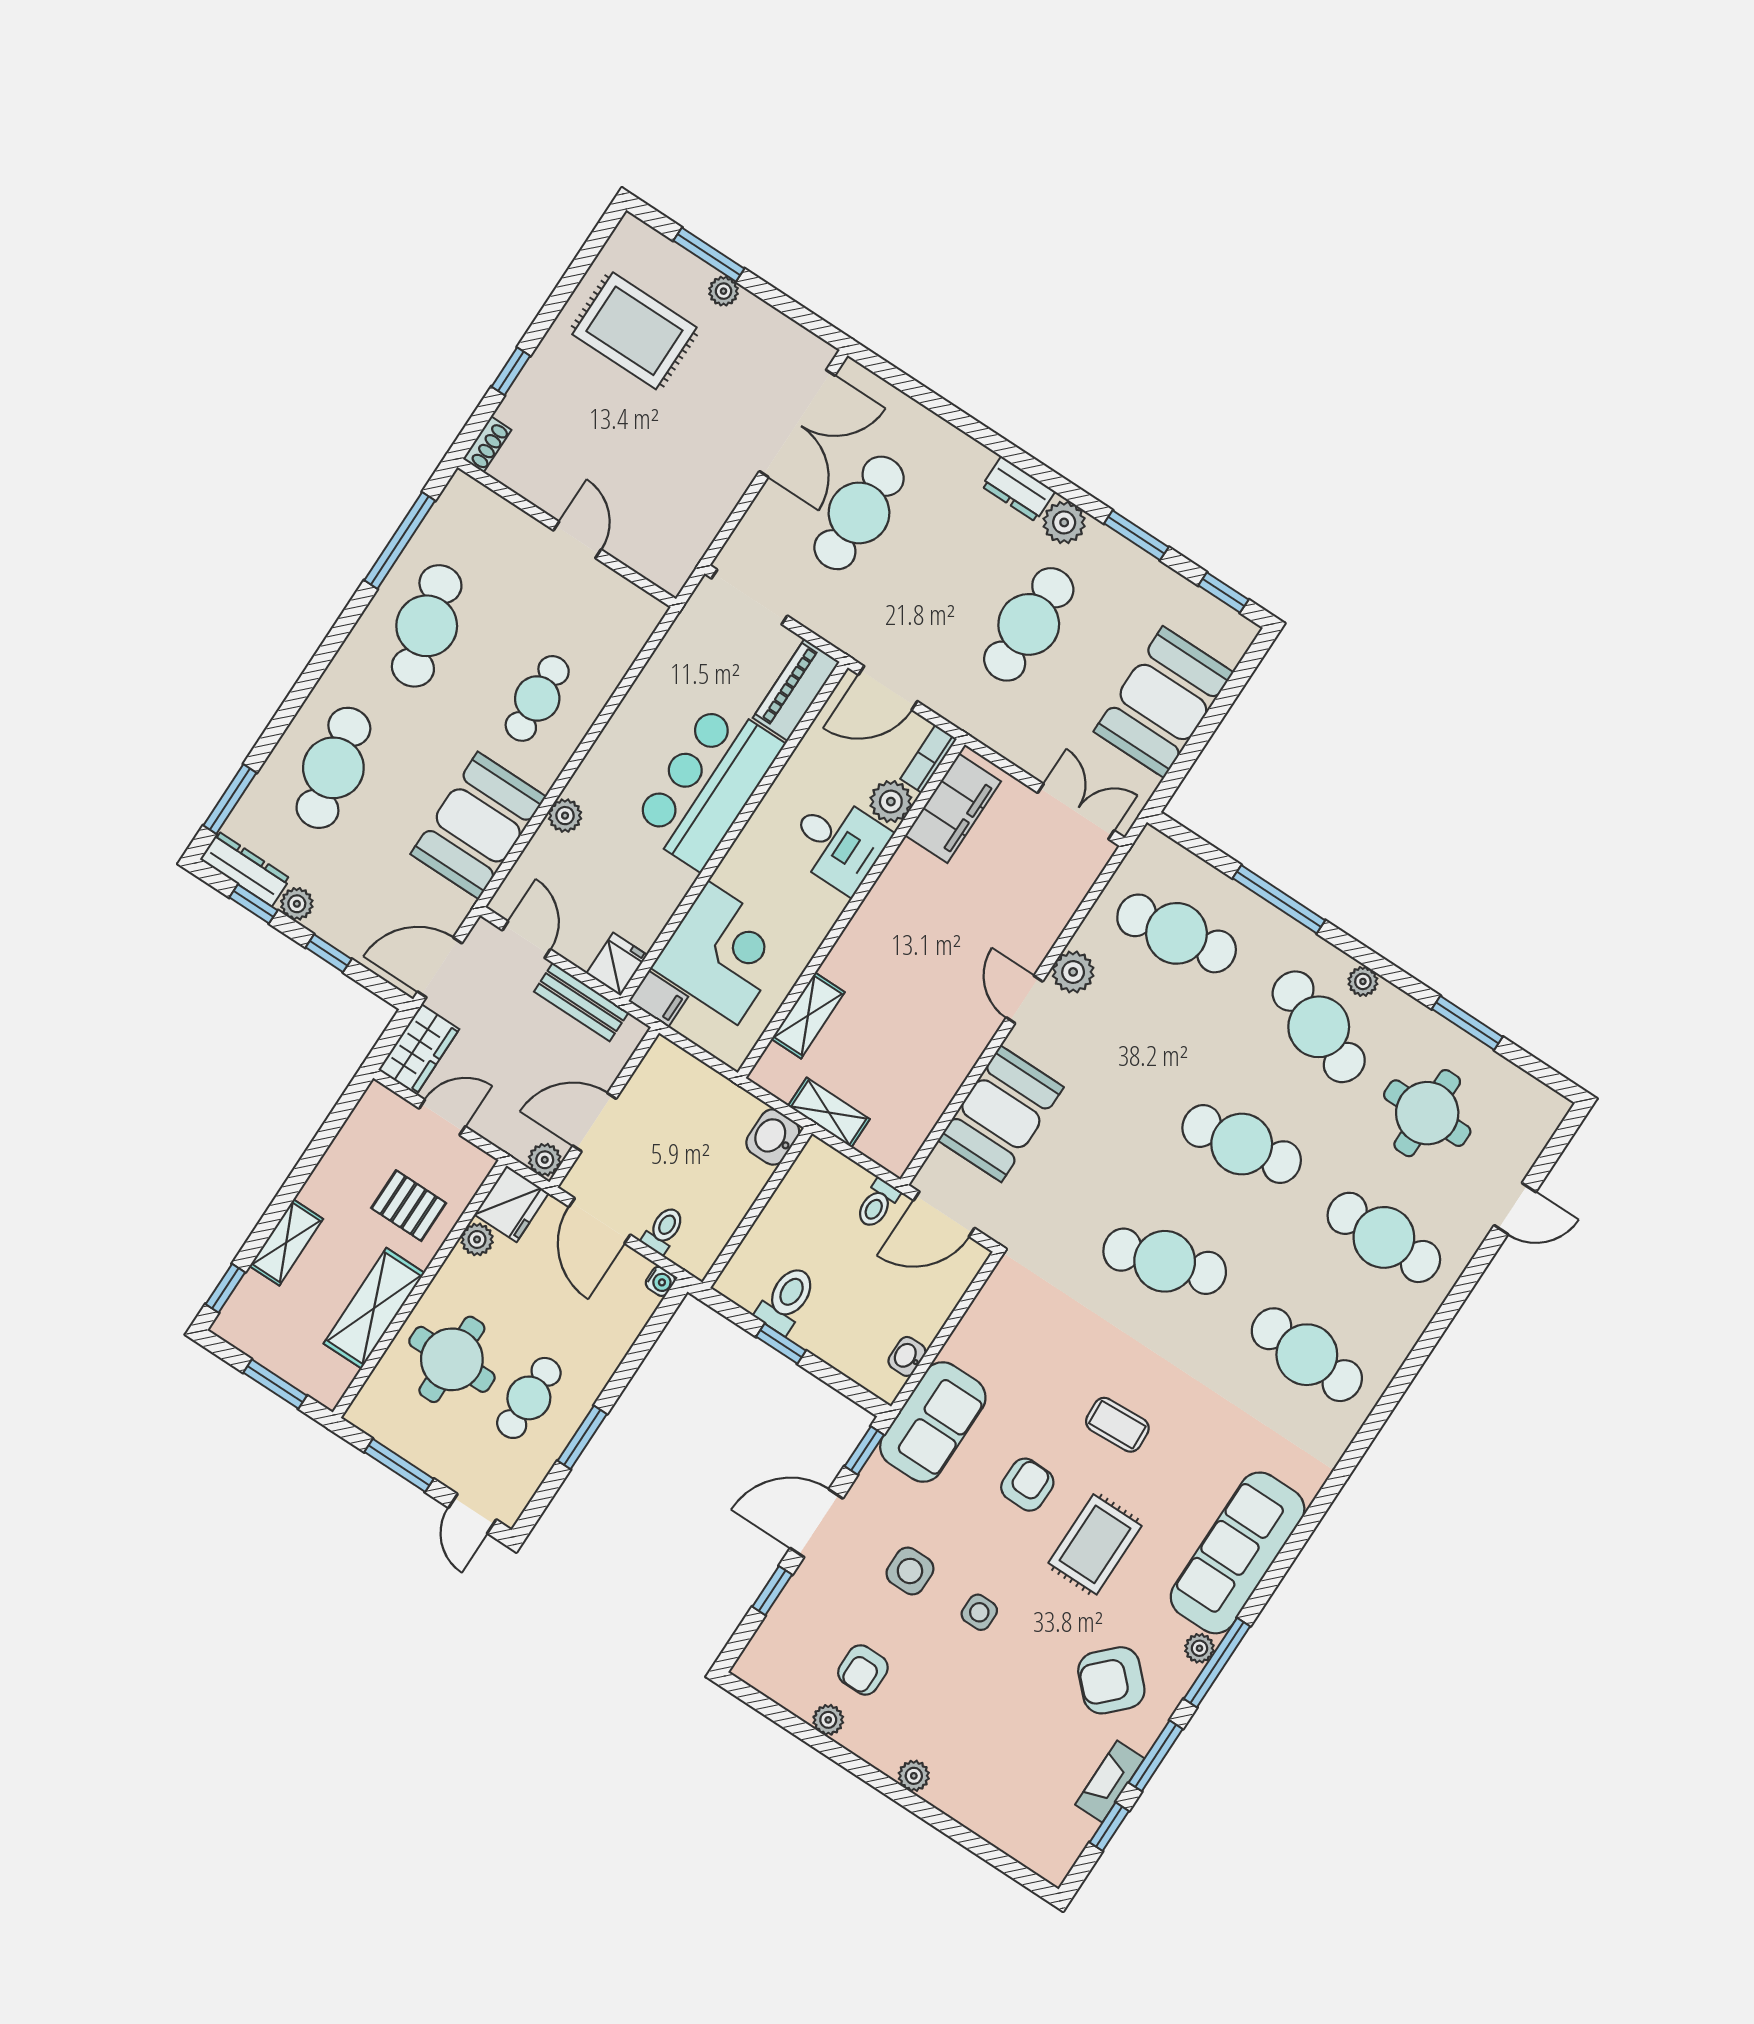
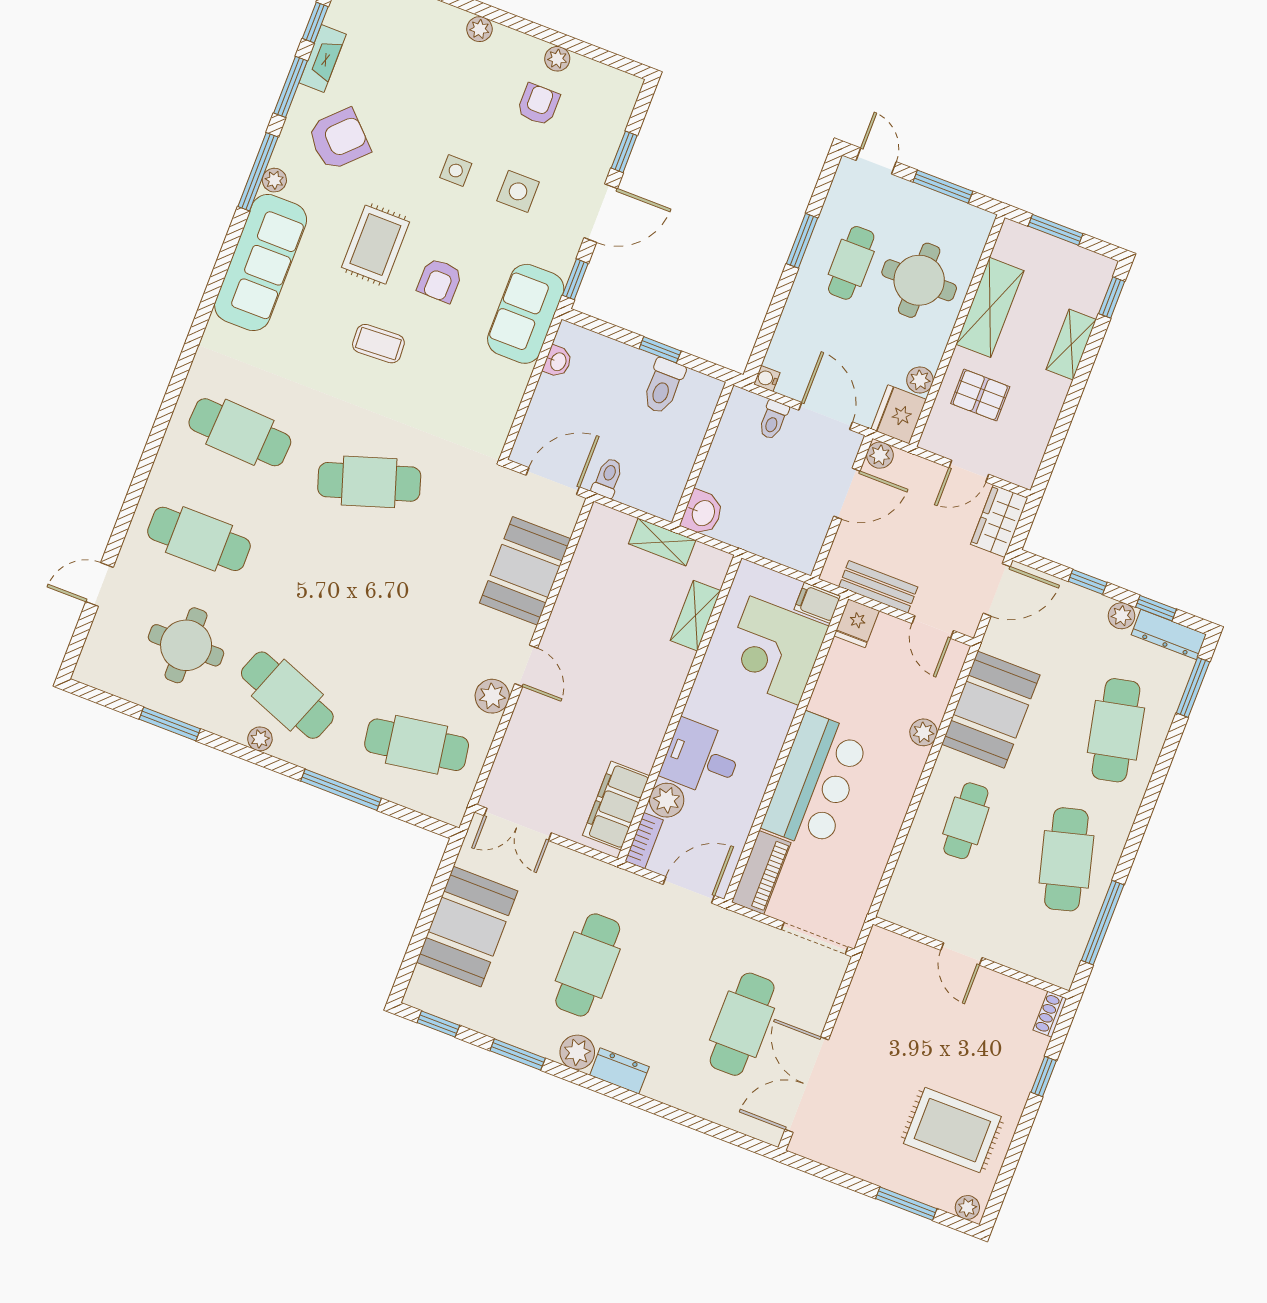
plant: (724, 291) -> (967, 1207), moved
cafe table: (1242, 1144) -> (328, 589), removed

